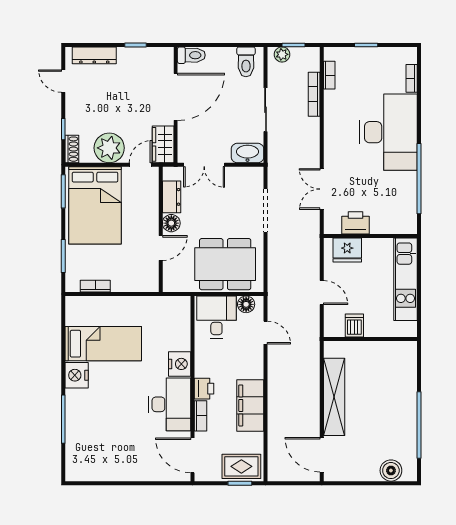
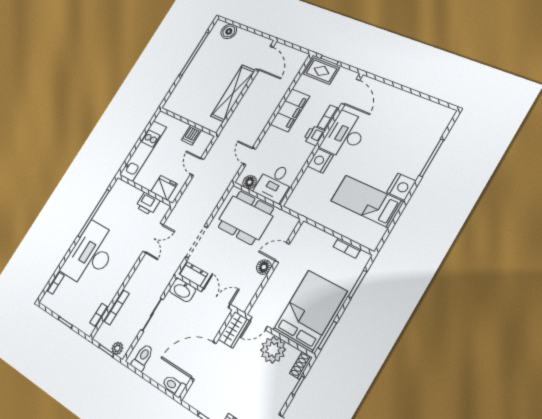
dresser: (172, 197) -> (194, 274), moved, turned 90

